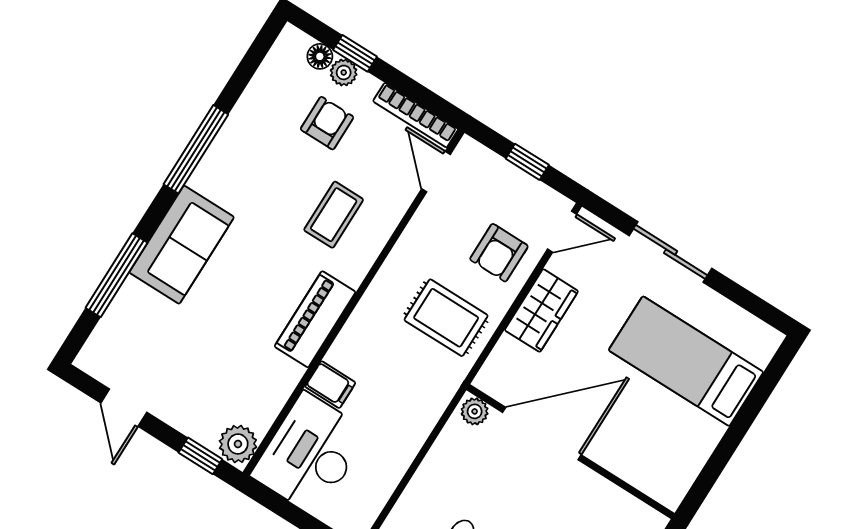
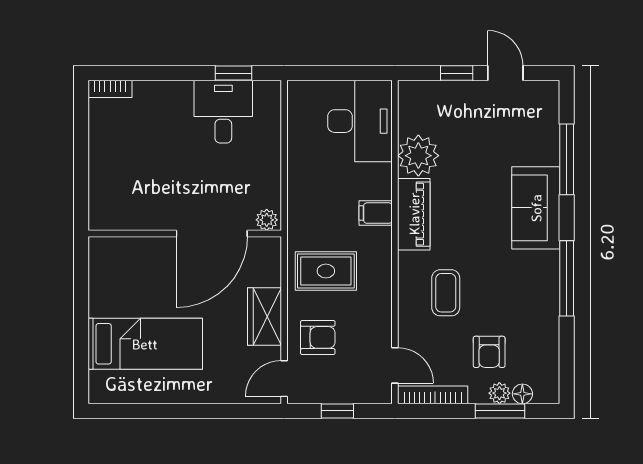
window: (355, 53) -> (500, 411), width x1.50
sliding door: (671, 252) -> (202, 411), removed
armchair: (499, 253) -> (318, 337), turned 90
filing cabinet: (330, 385) -> (376, 213), moved
plant: (238, 444) -> (418, 156), moved, width x1.36, depth x1.36
window: (200, 456) -> (457, 73), moved

